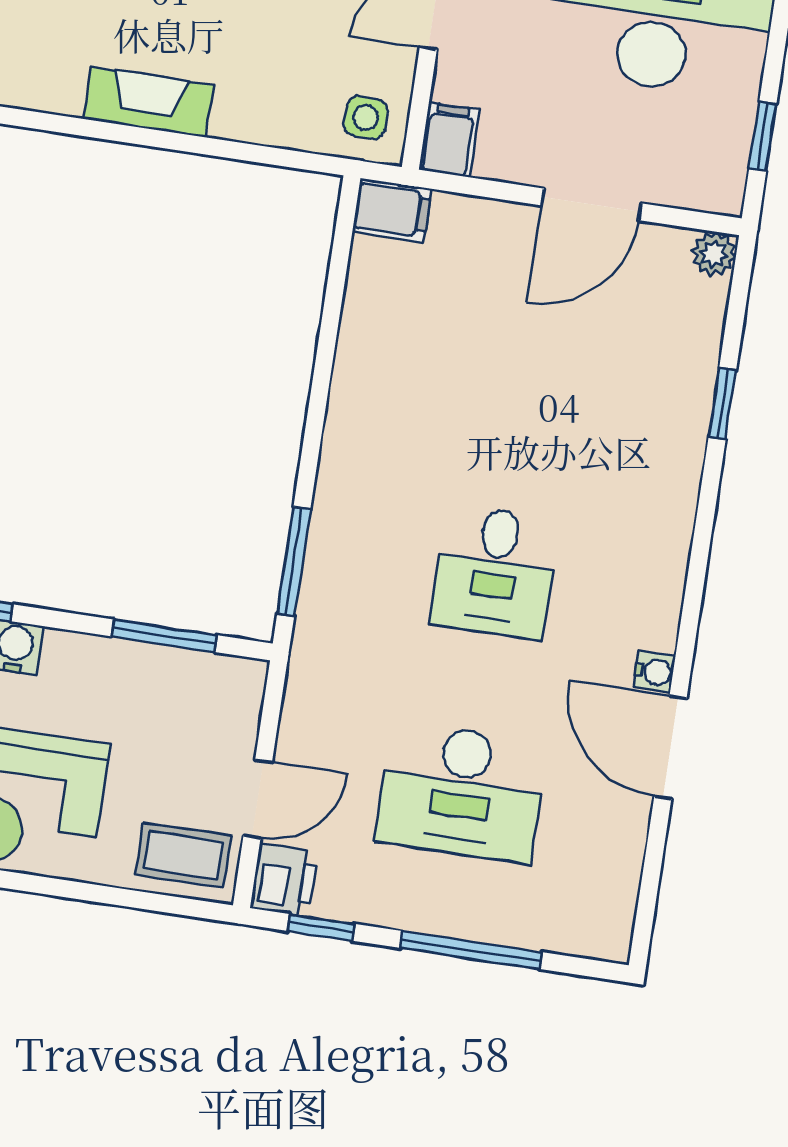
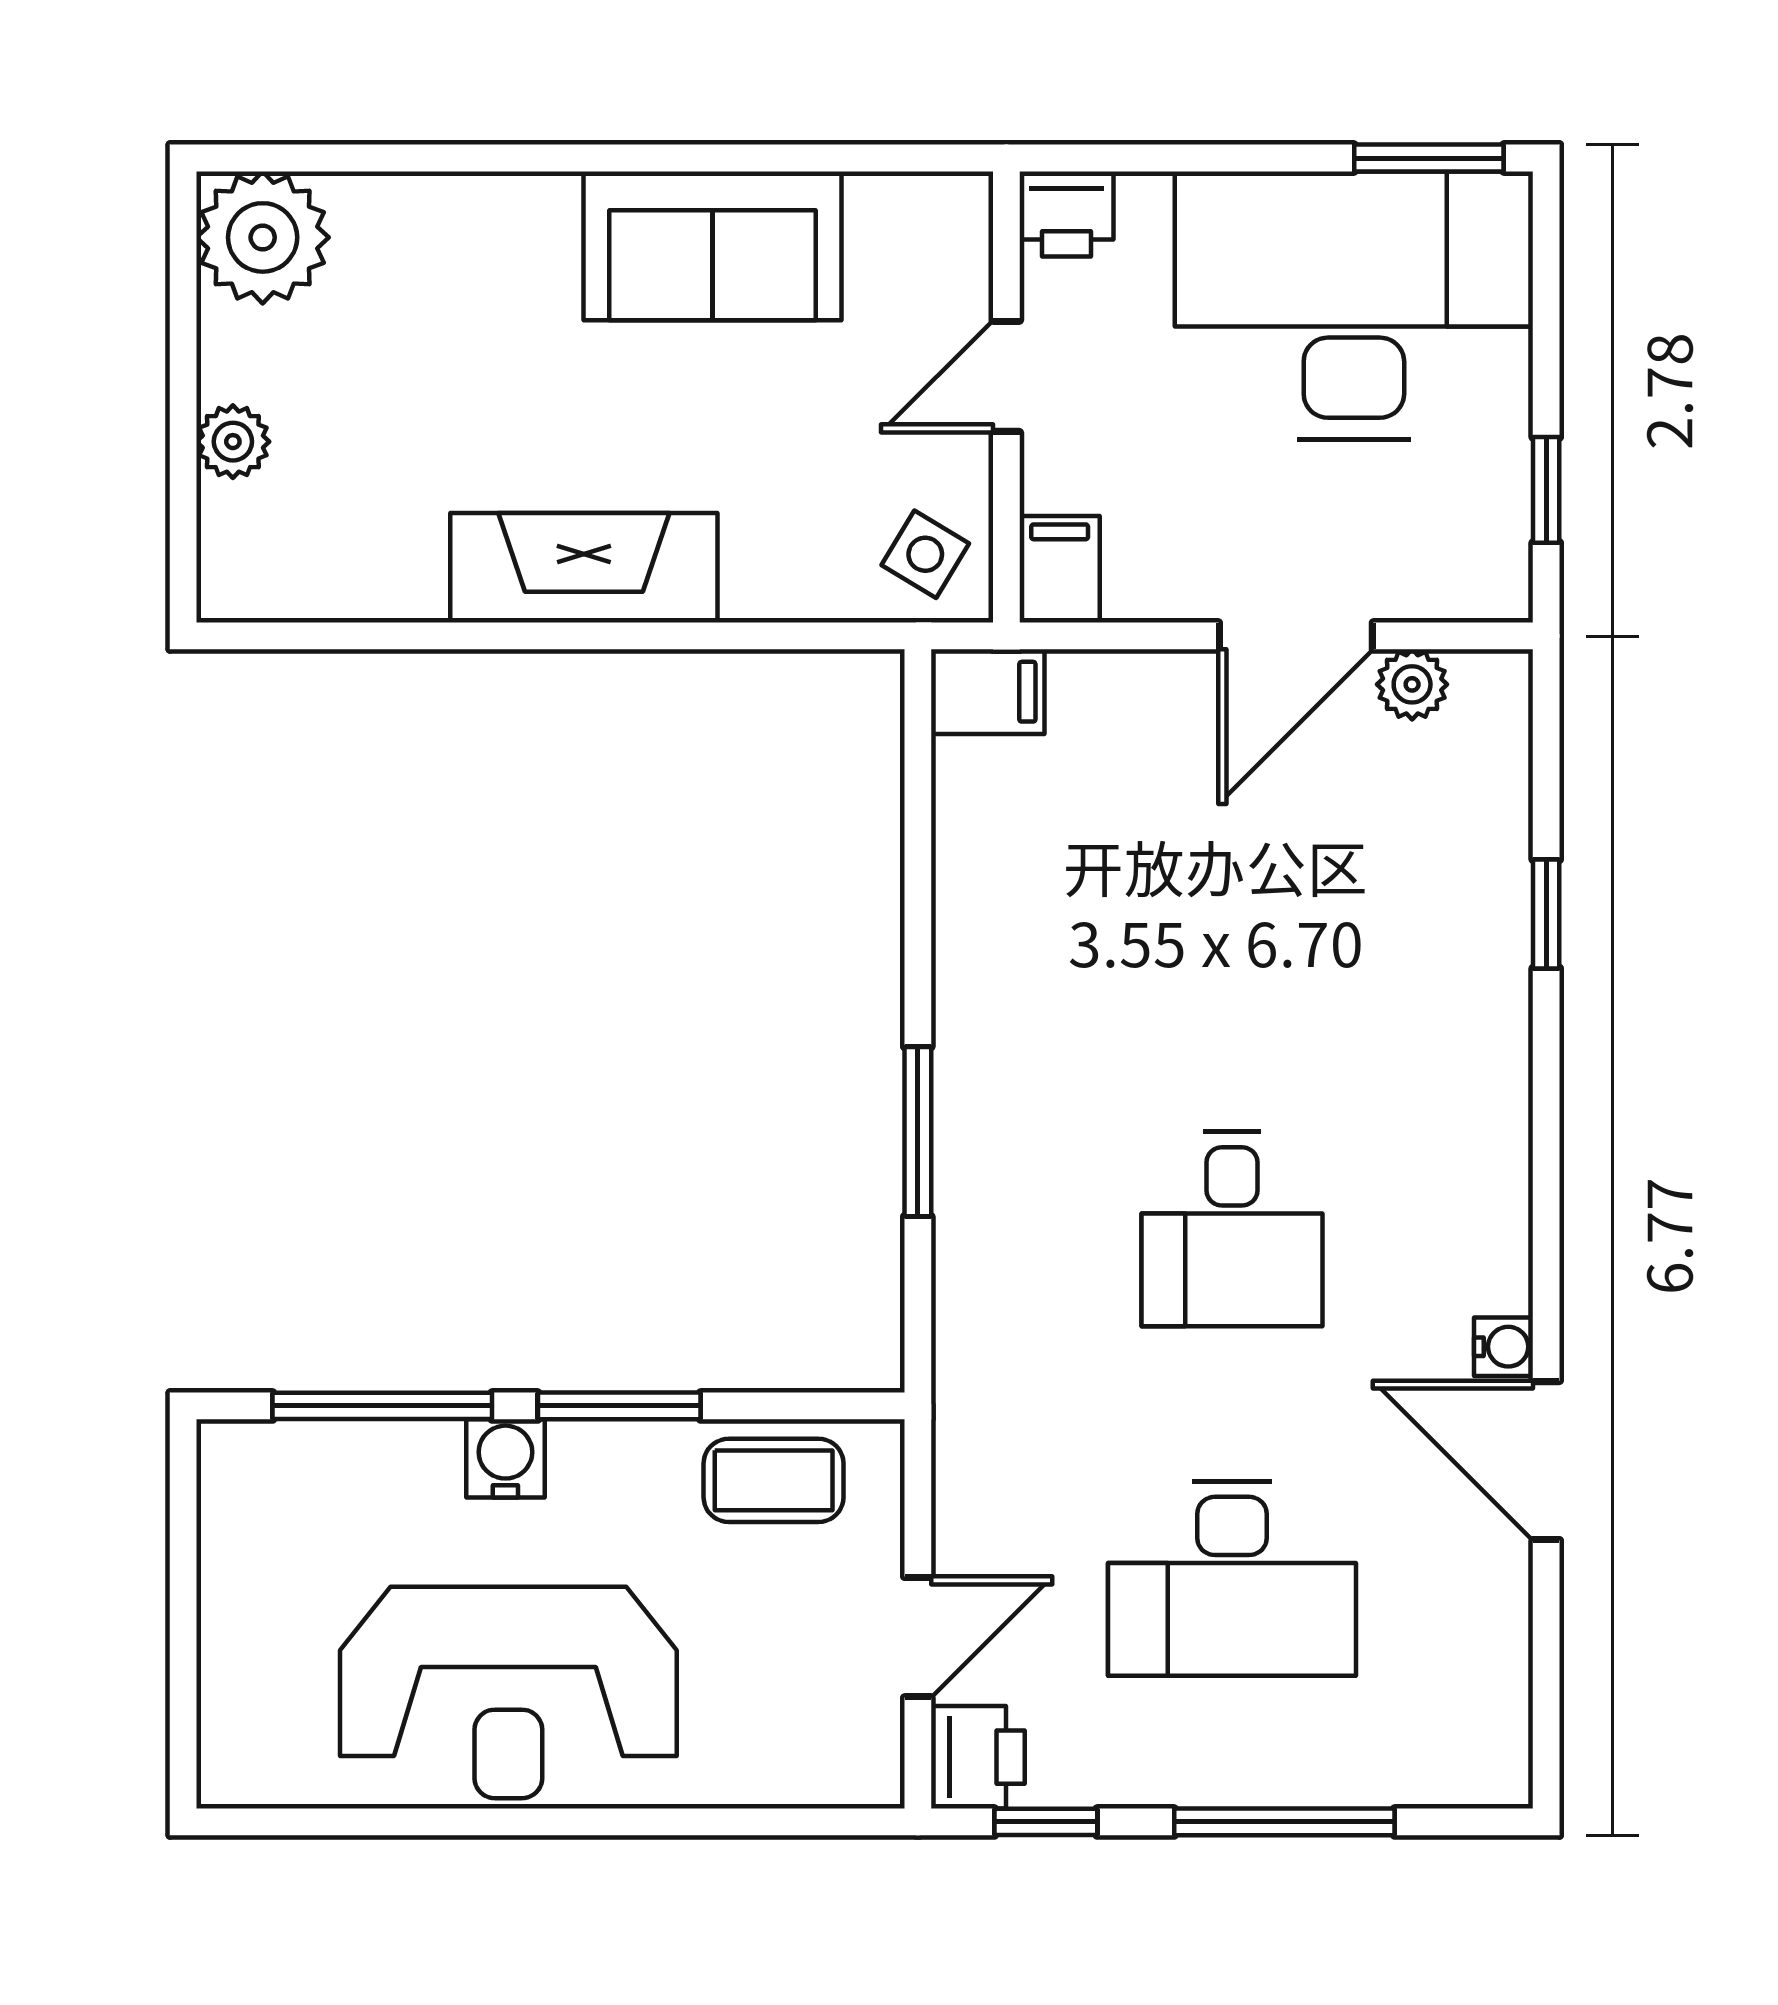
fireplace: (148, 102) -> (584, 568), width x1.37, depth x1.32
side table: (366, 118) -> (925, 554), turned 31
plant: (714, 254) -> (1412, 684), moved
window: (294, 561) -> (918, 1132), moved
window: (164, 636) -> (619, 1406), moved
coffee table: (183, 855) -> (774, 1480), moved

